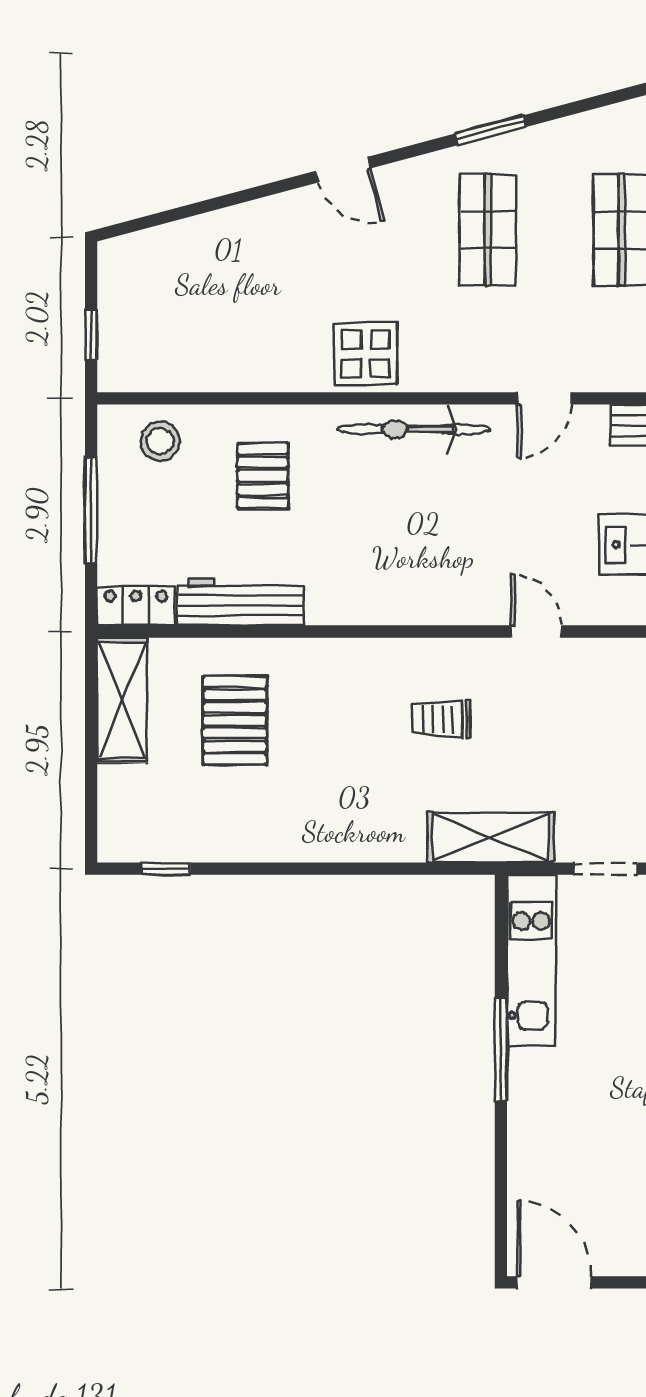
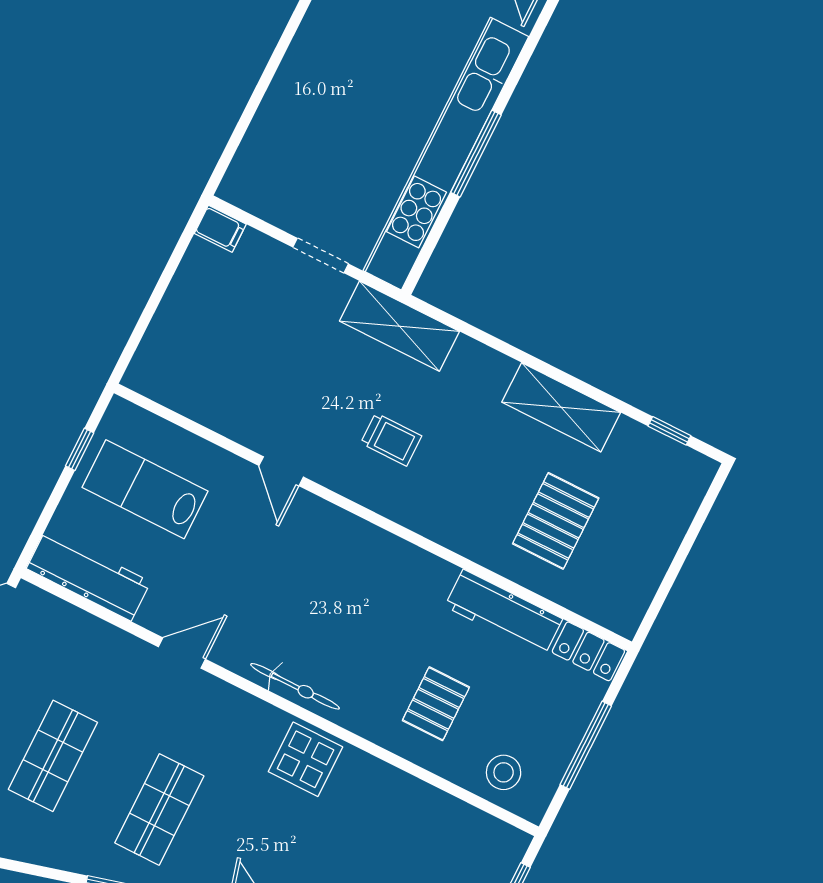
bicycle: (413, 429) -> (295, 686), width x0.73, depth x0.71
shelving: (122, 700) -> (561, 407), moved, turned 90
kitchen unit: (531, 961) -> (446, 154), width x1.86

